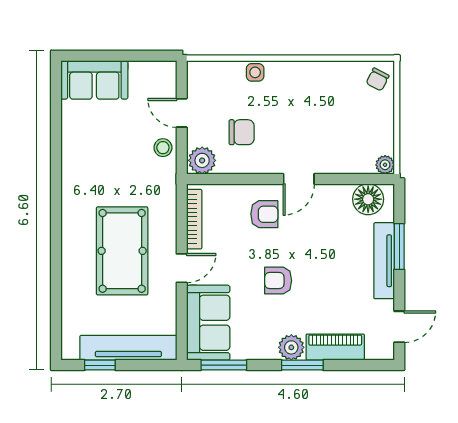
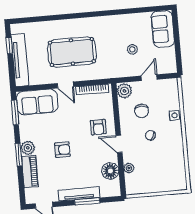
chair: (378, 79) -> (150, 135), moved
stool: (163, 148) -> (132, 49), moved
plant: (385, 165) -> (129, 168), moved
floor lamp: (368, 199) -> (110, 171), moved
armchair: (278, 280) -> (62, 150), moved, turned 90

